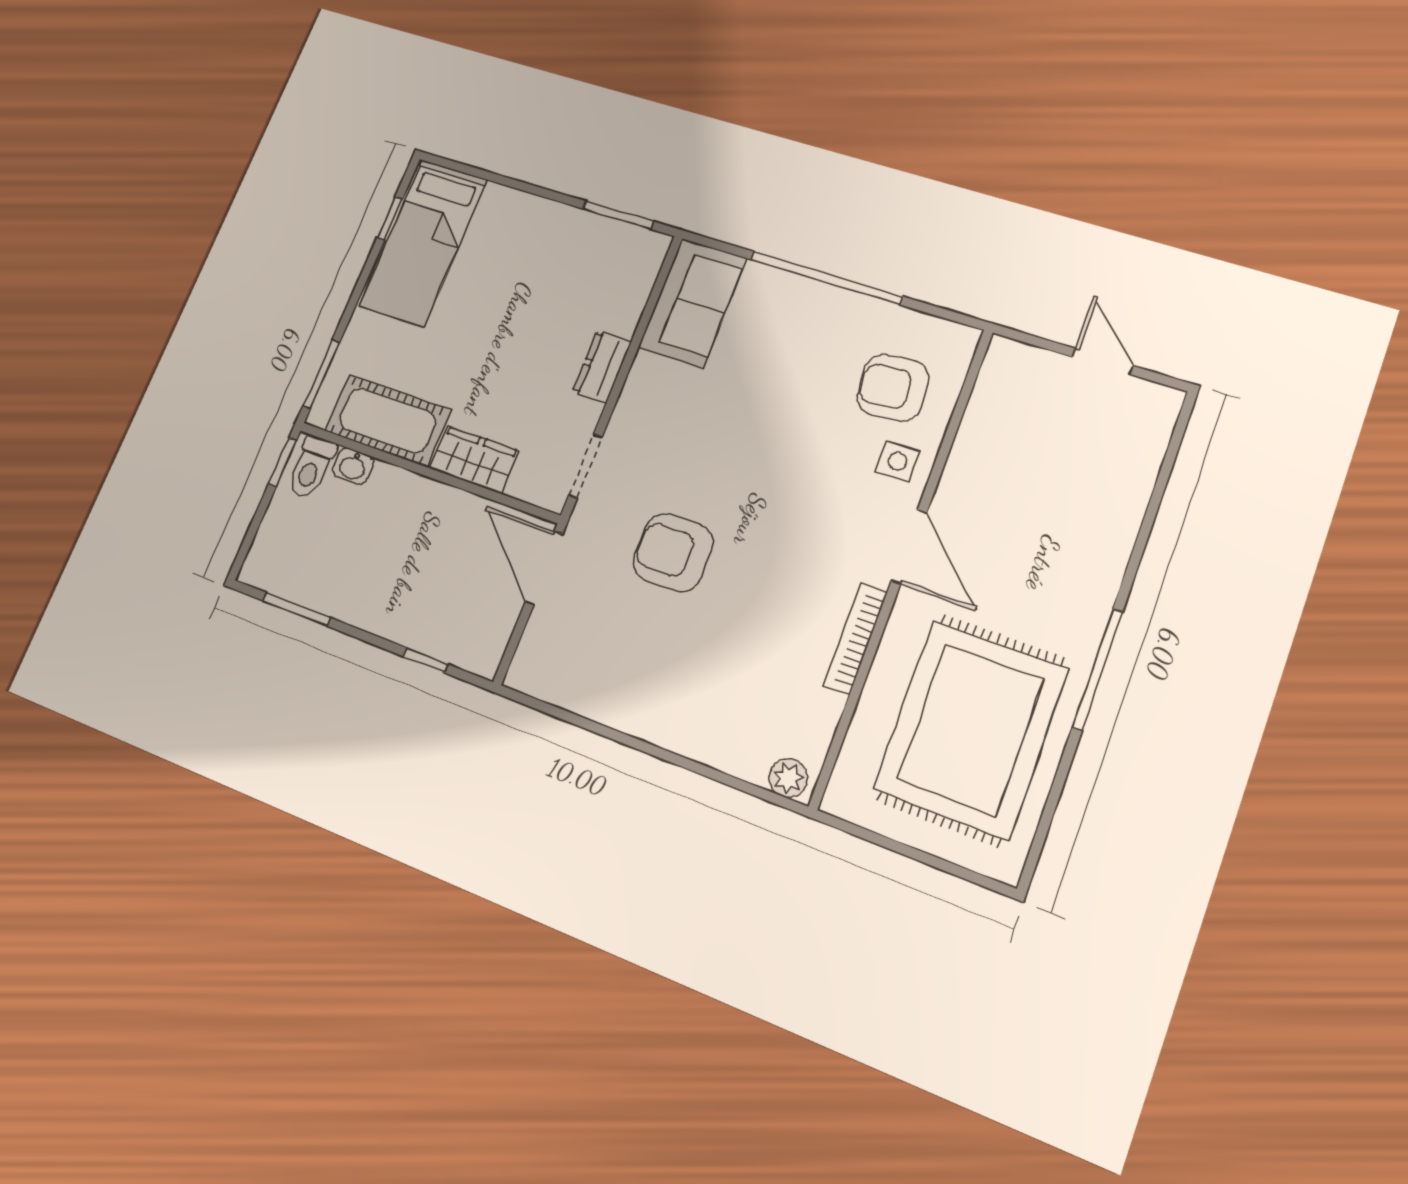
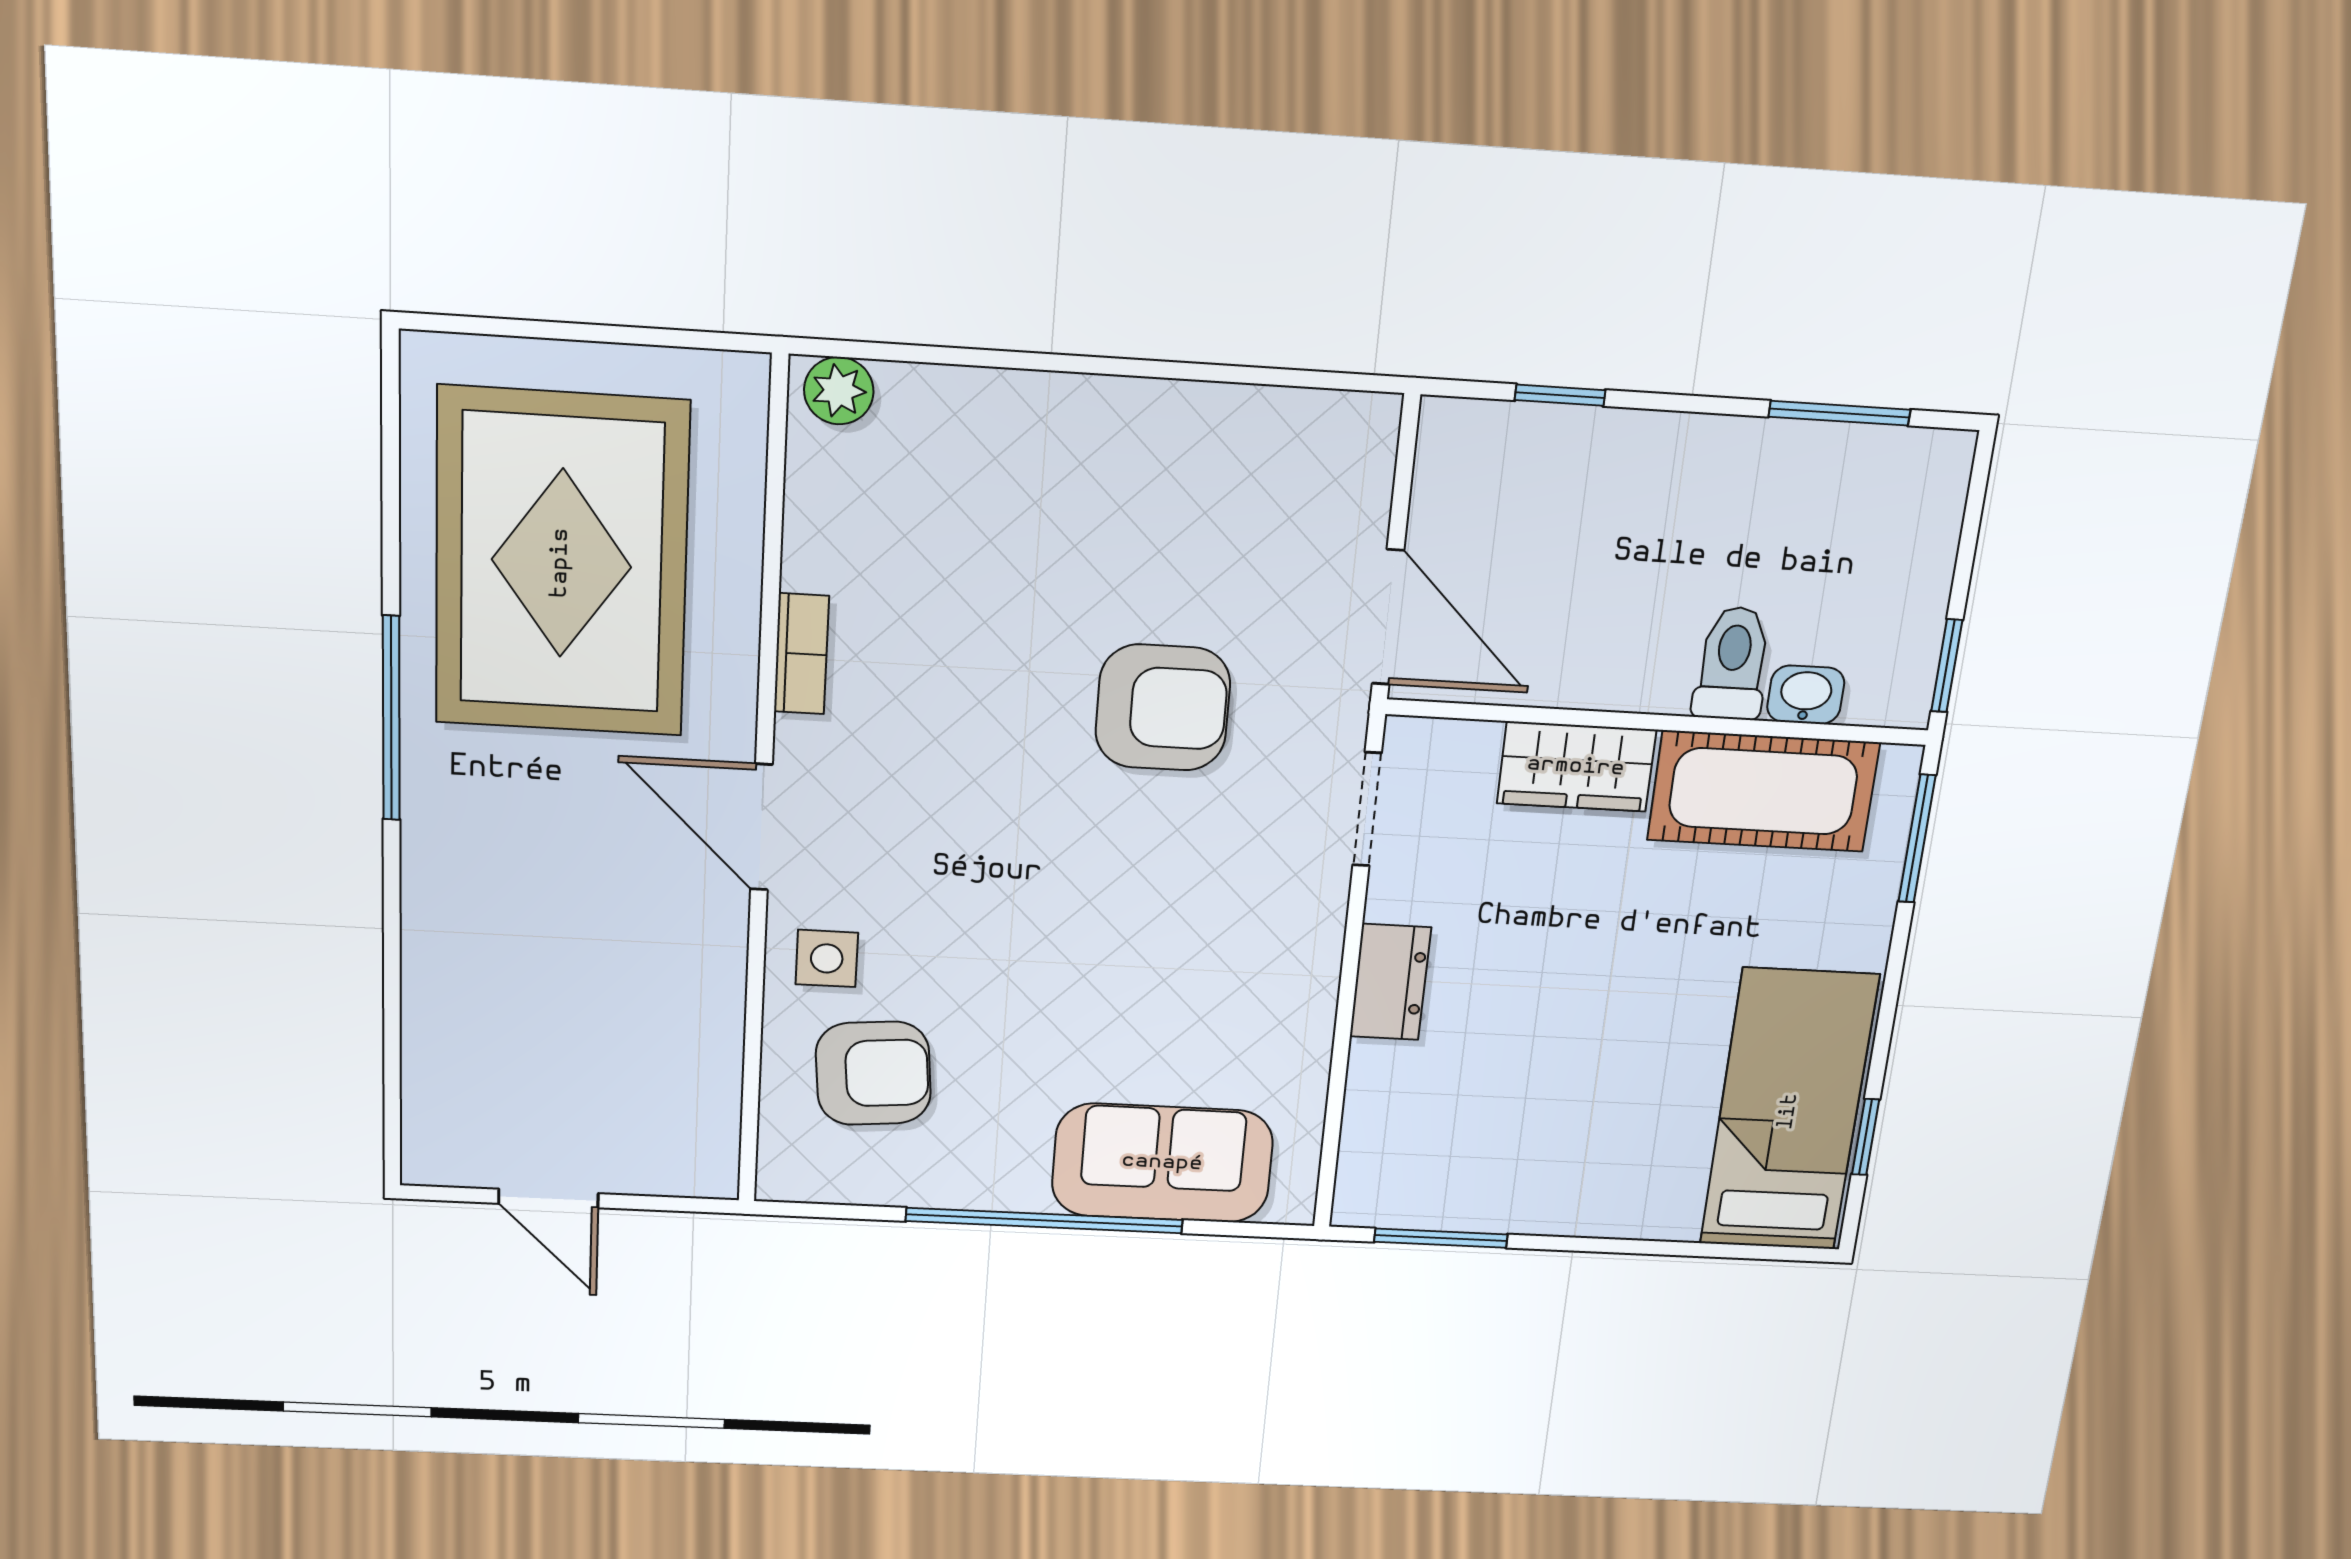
sofa: (692, 303) -> (1162, 1163), moved, turned 90
toilet: (311, 467) -> (1732, 663), moved
bookcase: (855, 639) -> (801, 654), width x0.64

